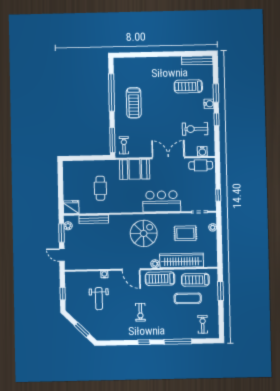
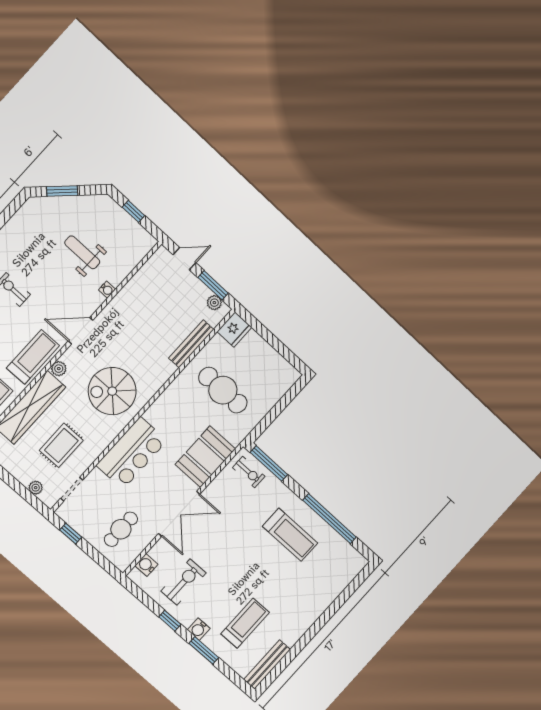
treadmill: (134, 103) -> (290, 535), turned 180
cafe table: (201, 165) -> (121, 529), moved
cafe table: (100, 188) -> (223, 390), width x1.37, depth x1.35
spiral stairs: (144, 233) -> (112, 391), turned 90

